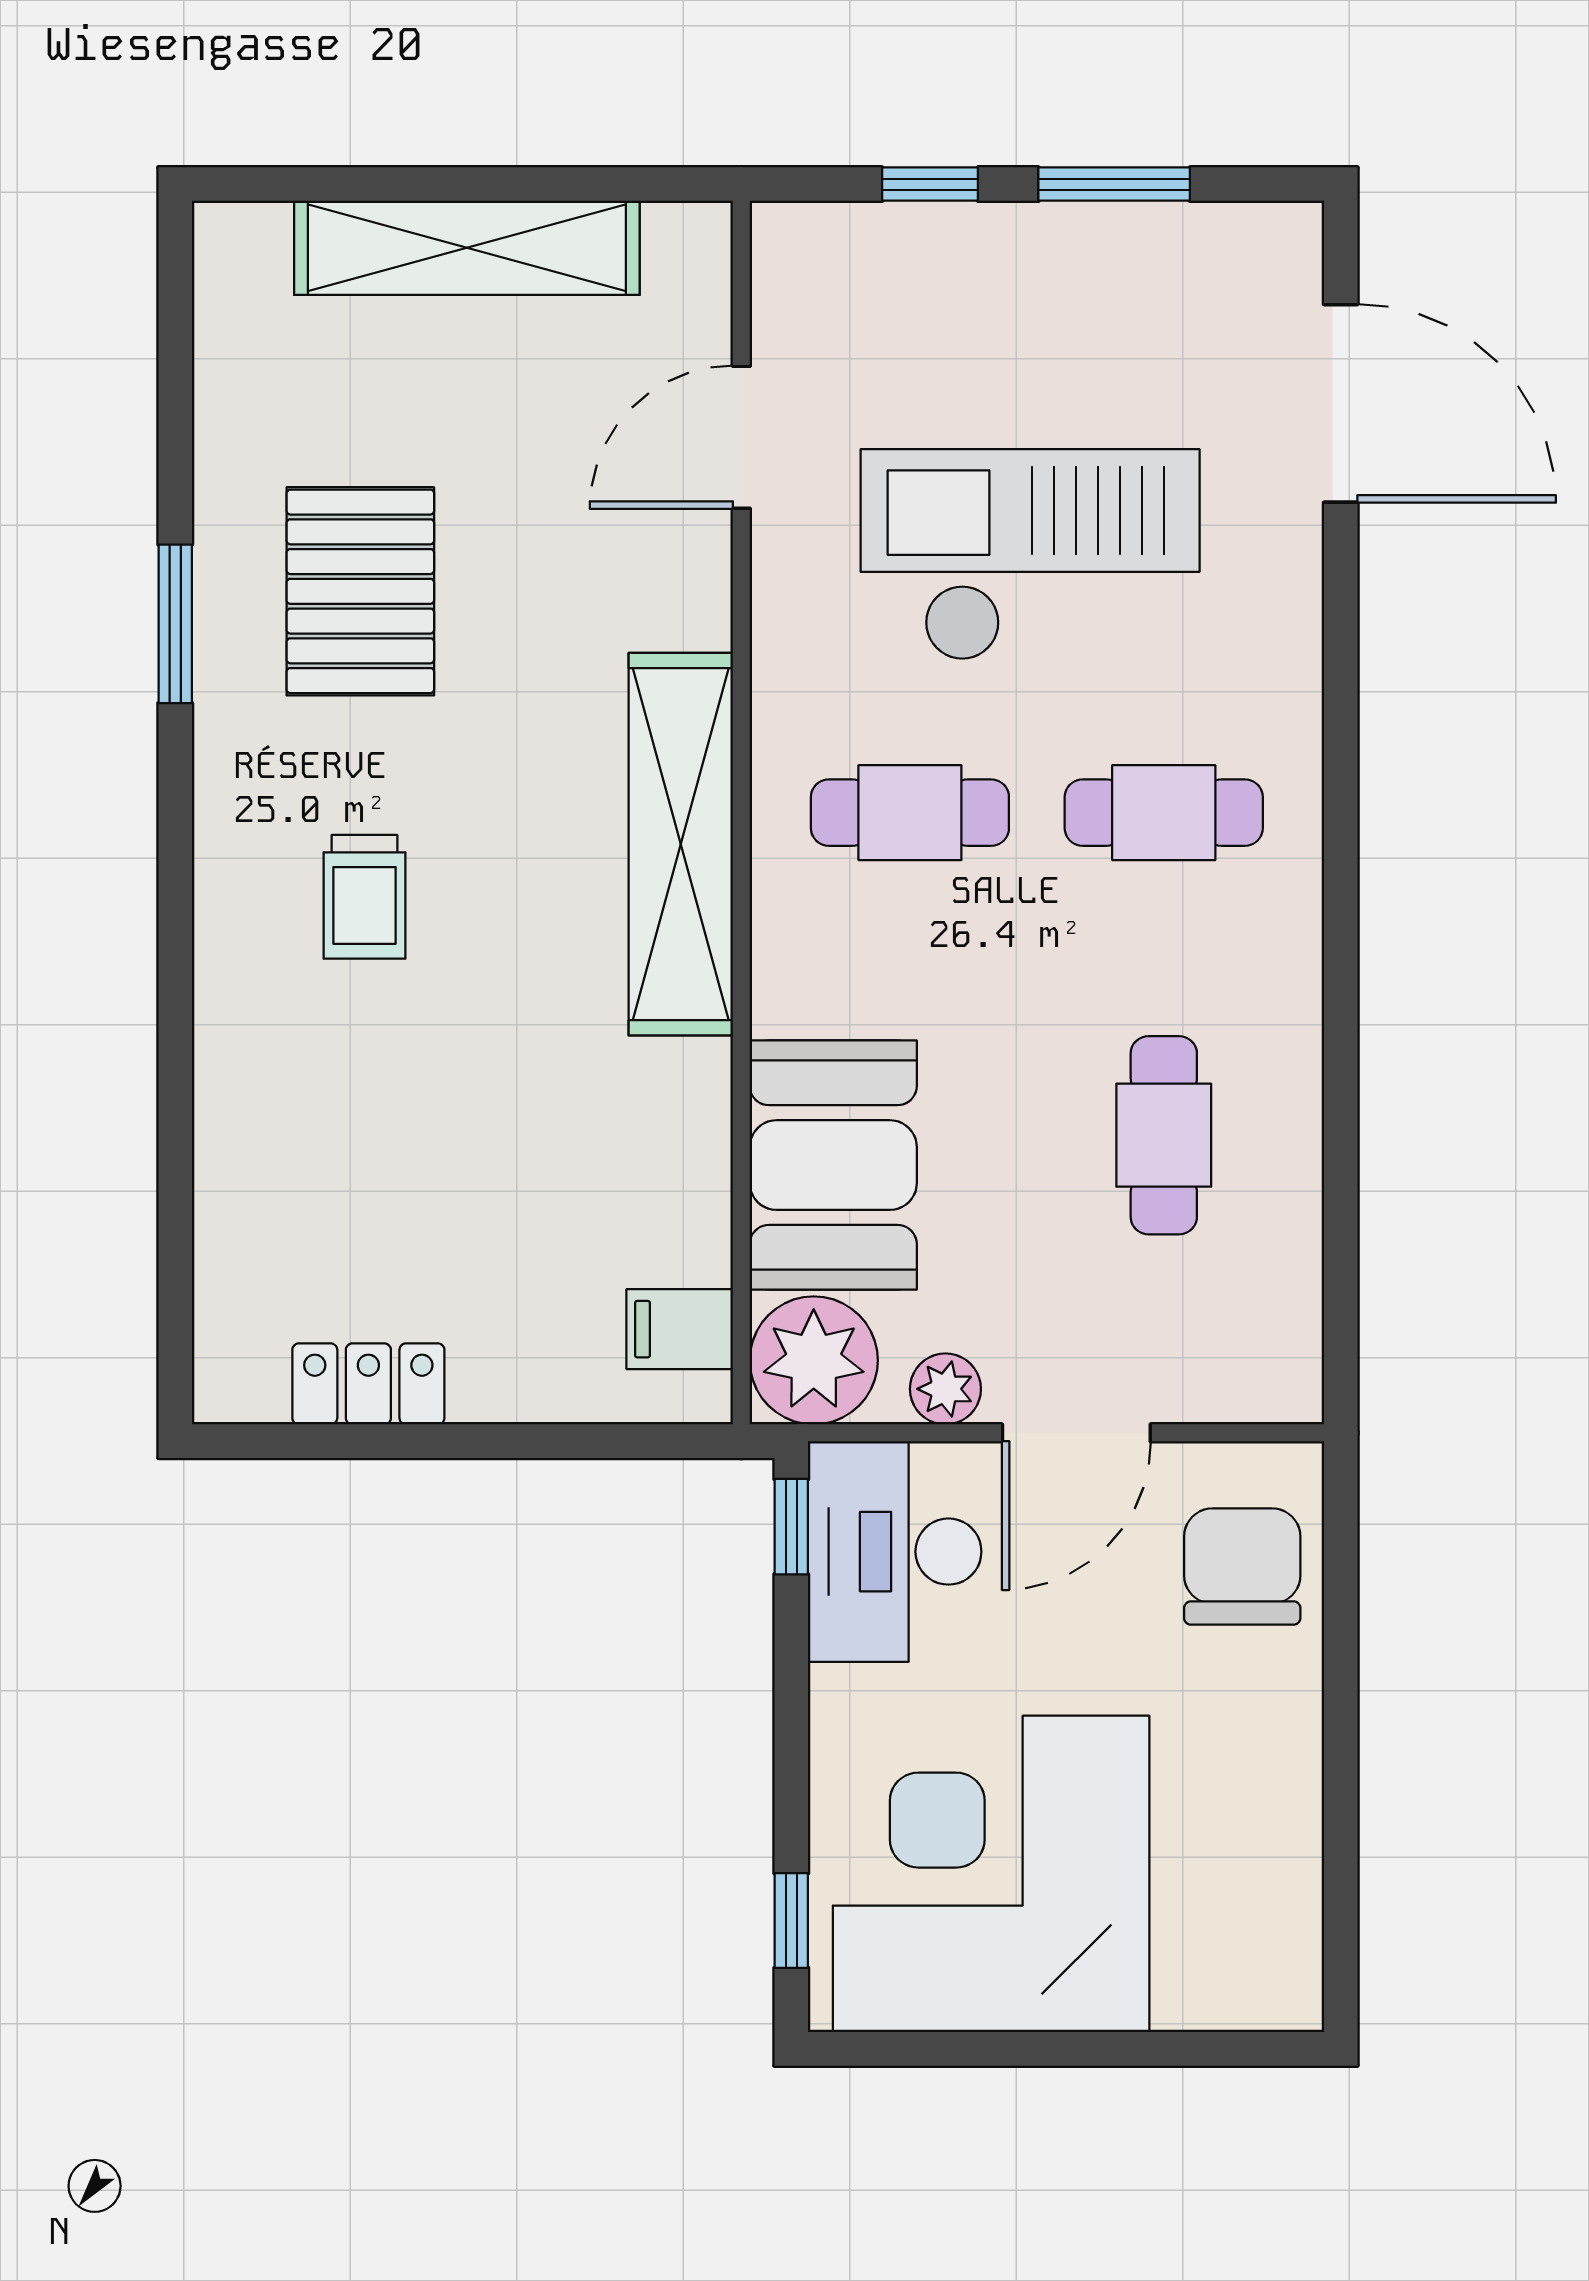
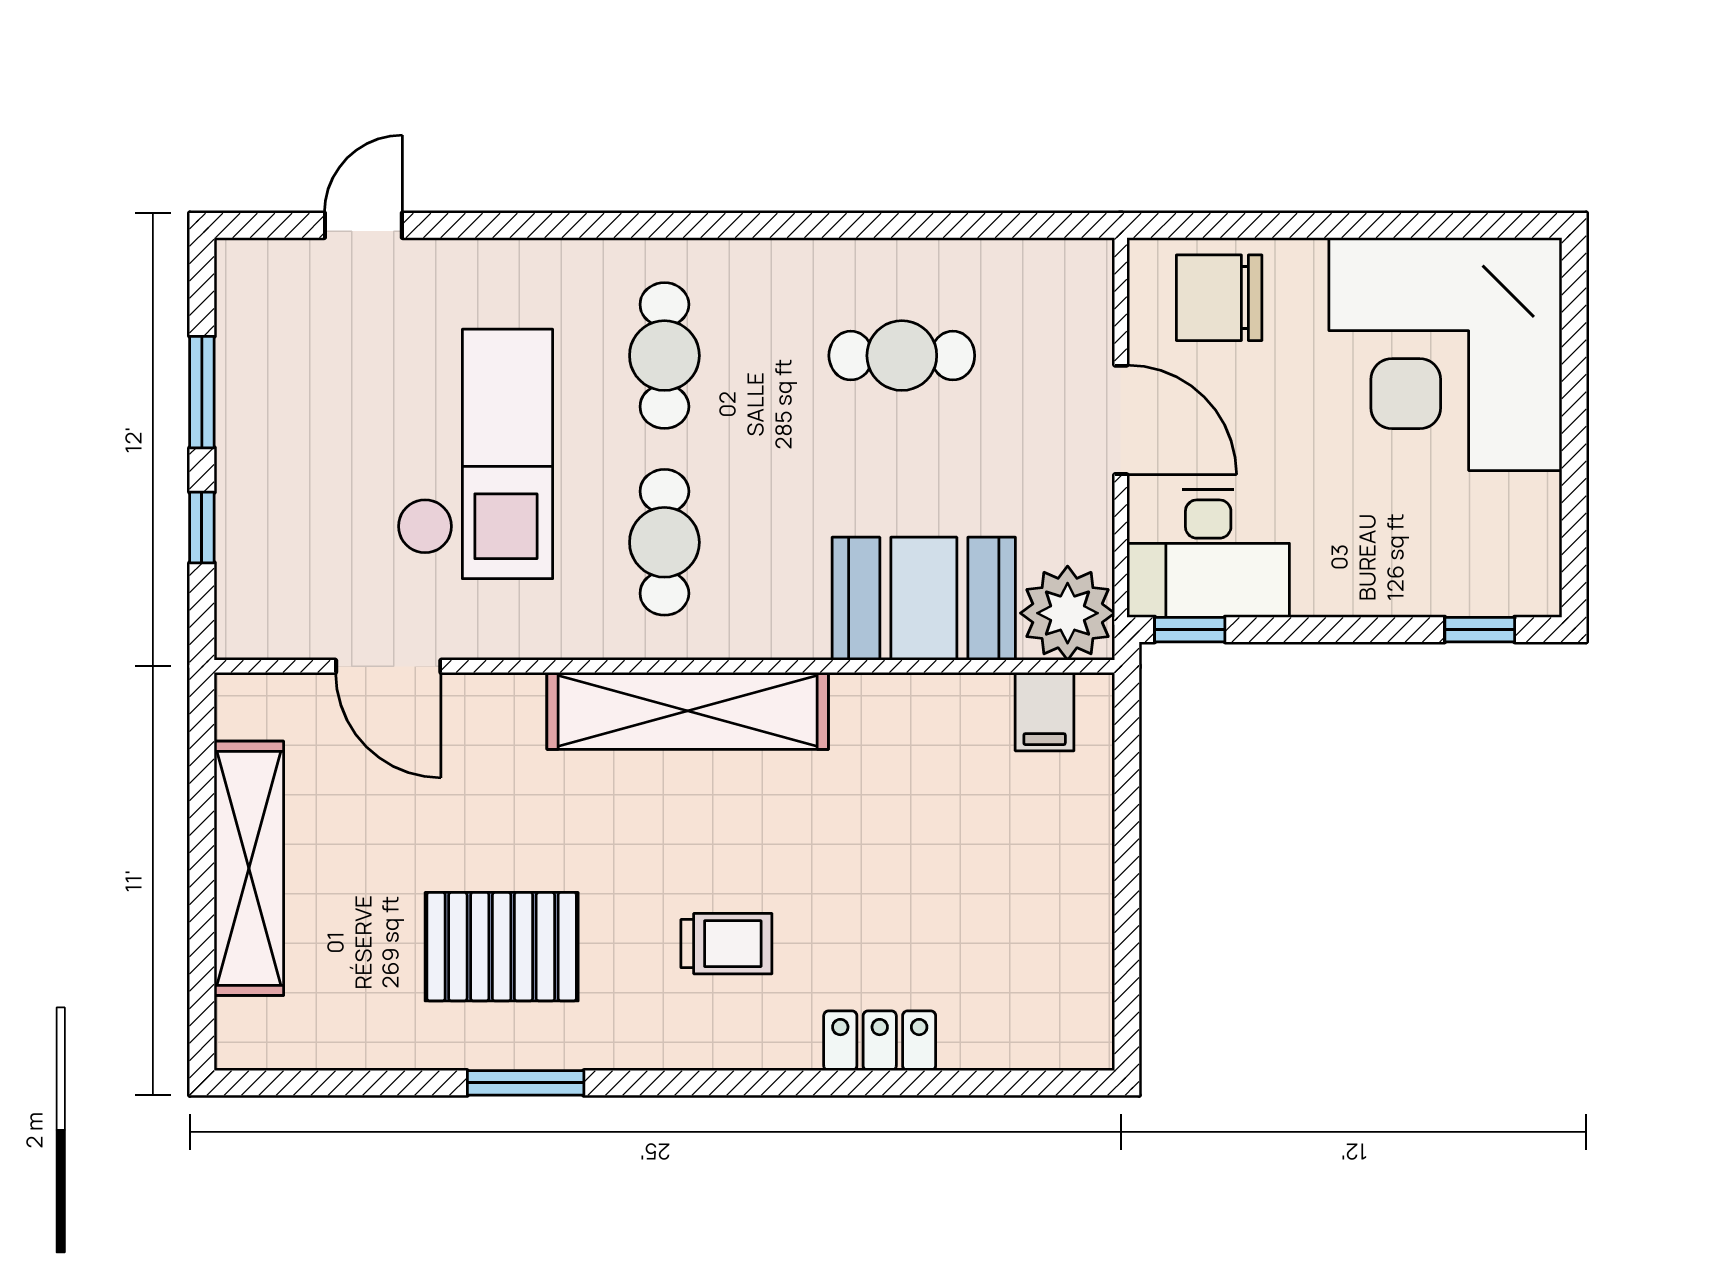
door: (1341, 403) -> (363, 225), width x0.53
checkout: (1030, 555) -> (475, 454), turned 180
locker: (368, 1384) -> (880, 1041), moved, turned 90
plant: (945, 1389) -> (1089, 516), removed
corner desk: (991, 1874) -> (1445, 354), moved

